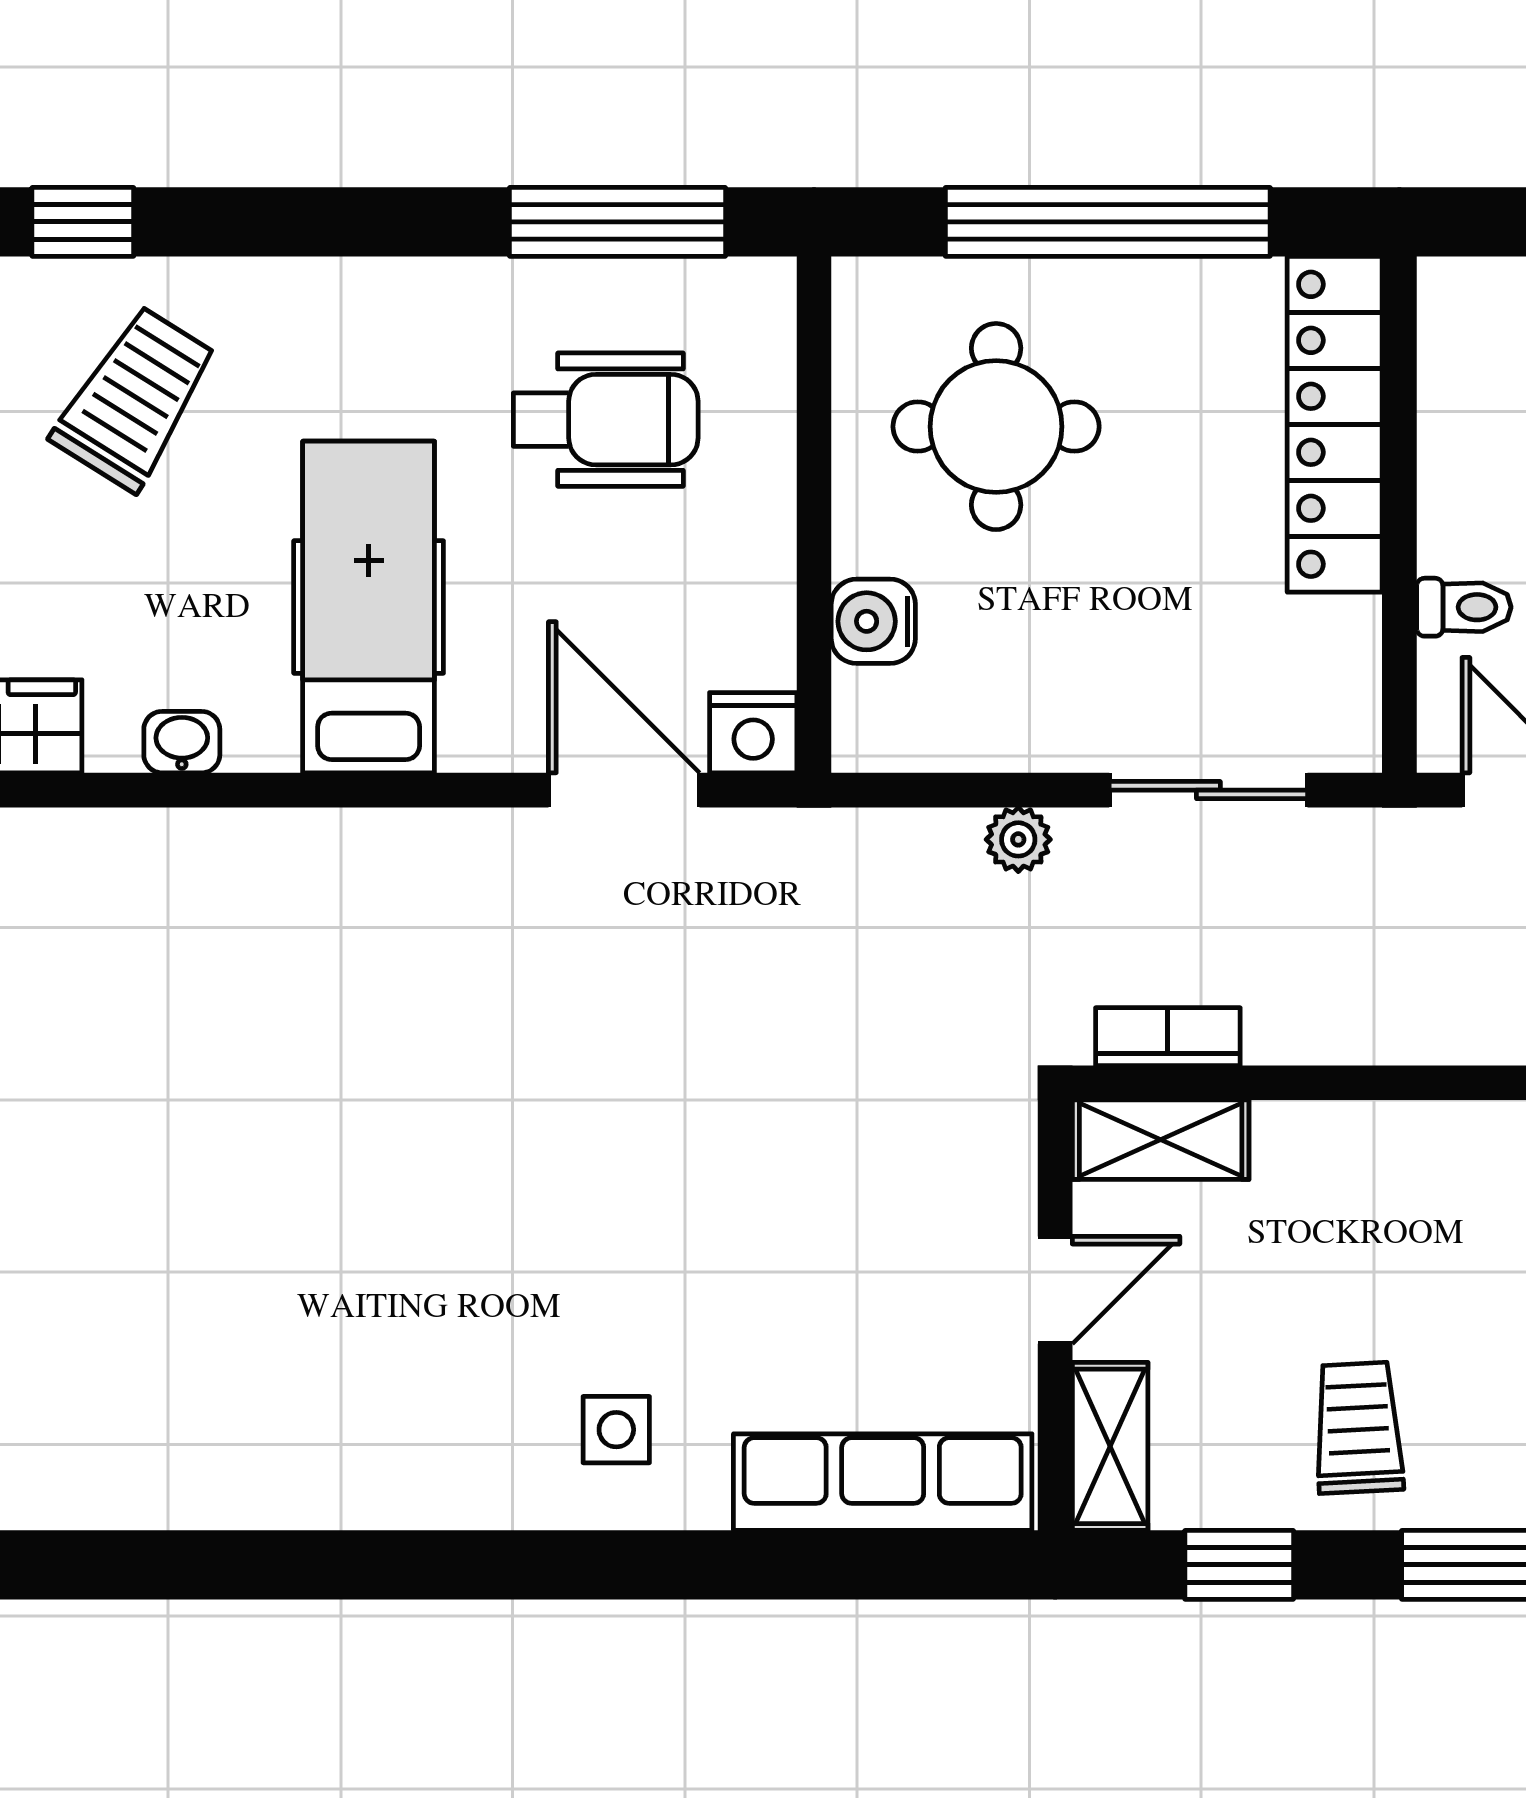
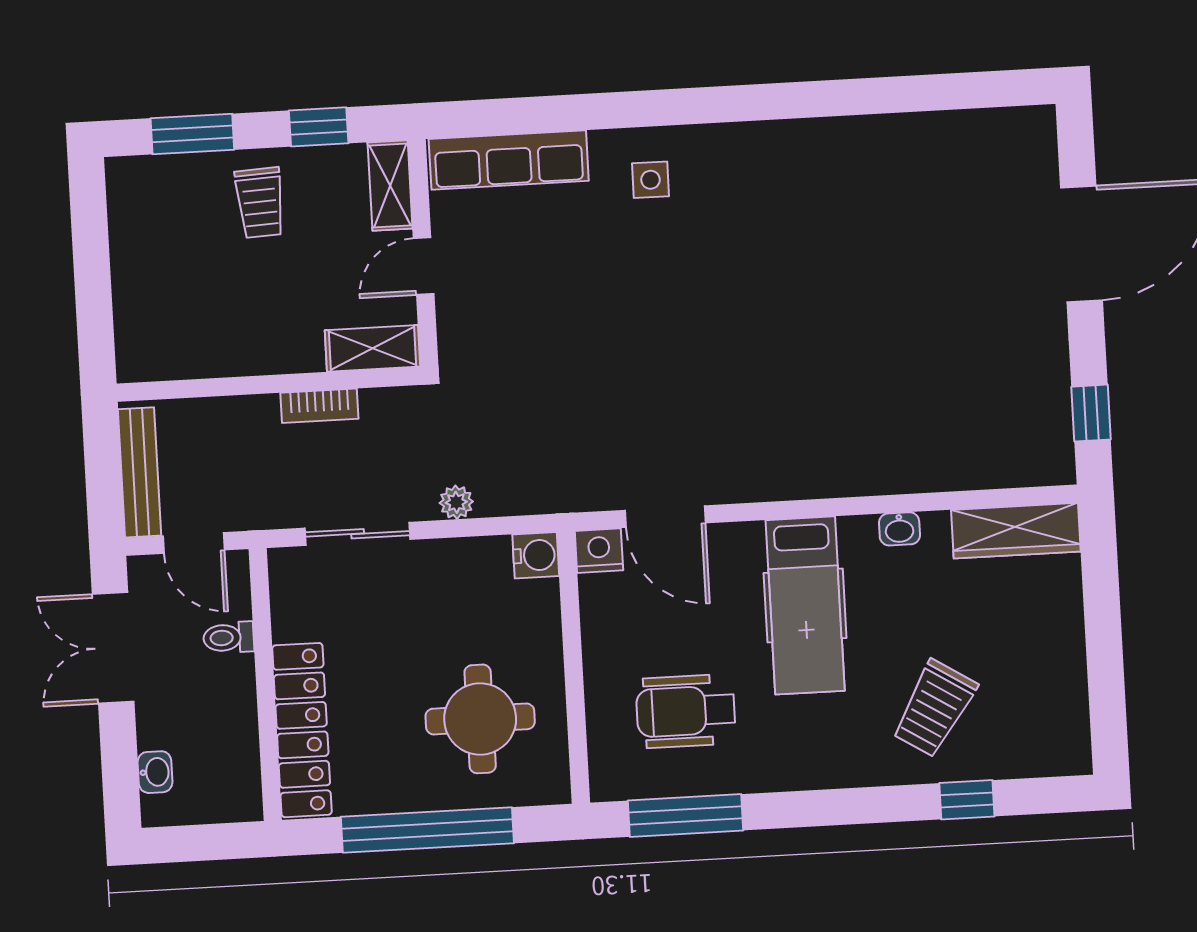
water cooler: (873, 621) -> (536, 555), moved
bookcase: (1168, 1037) -> (319, 406), moved

